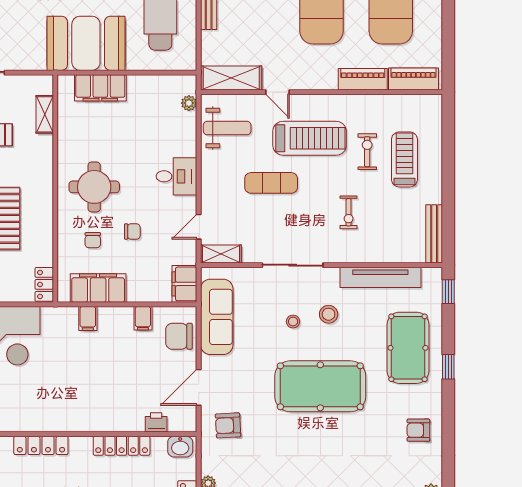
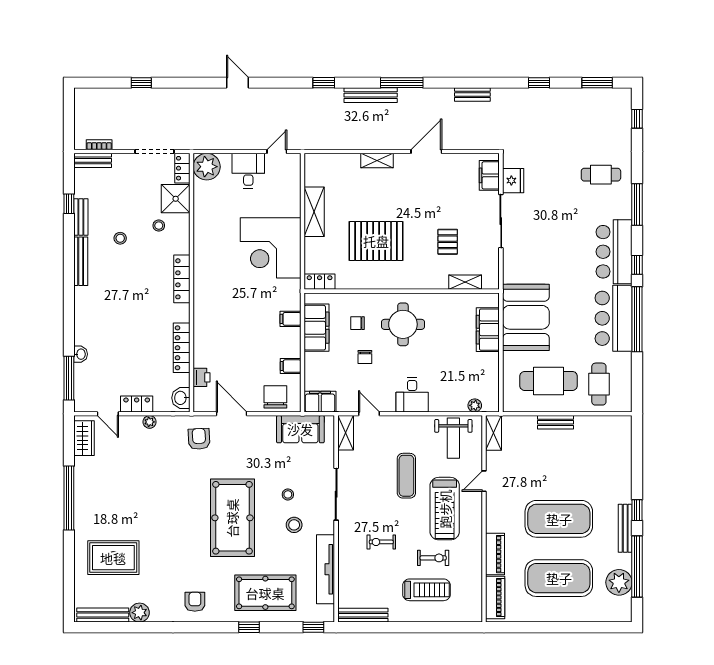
shelving: (231, 78) -> (494, 433), width x0.67, depth x0.75
sofa: (217, 317) -> (300, 429), width x0.73

